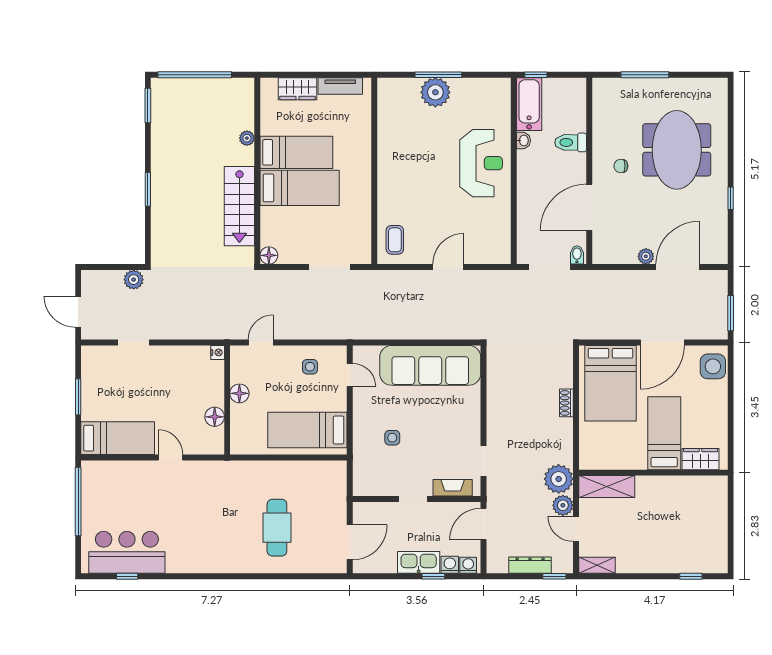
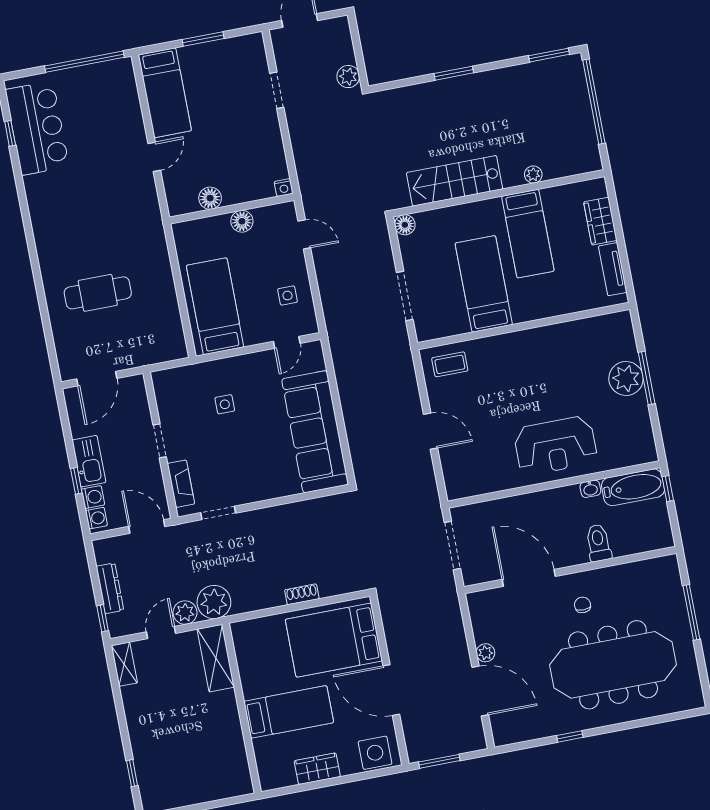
meeting table: (677, 150) -> (613, 665), width x1.36
bed: (300, 188) -> (484, 284), moved, turned 180
bidet: (577, 255) -> (472, 574), removed
wardrobe: (701, 459) -> (317, 769), moved, turned -90
door: (350, 542) -> (97, 379), hinge flipped

